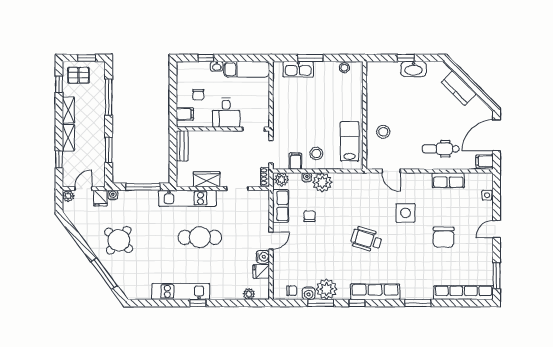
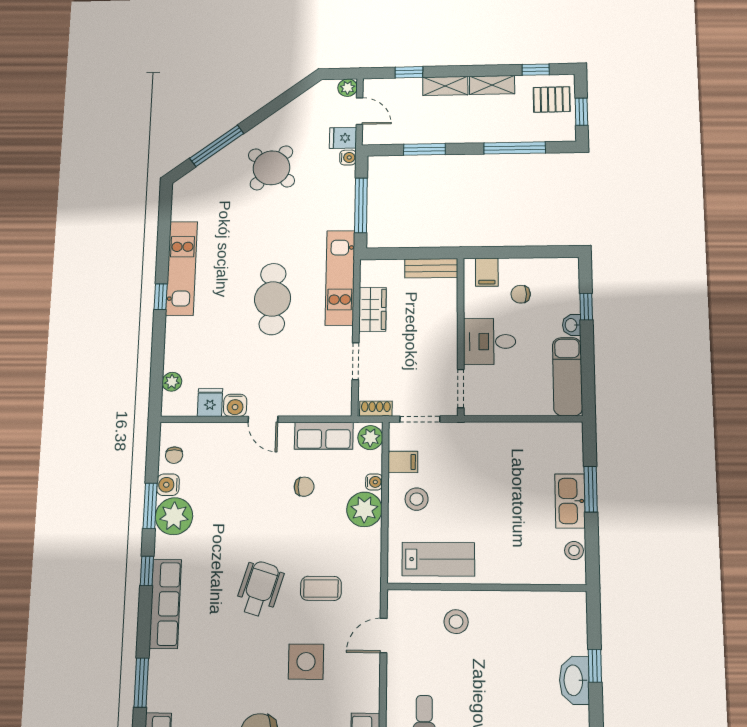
kitchen sink: (298, 69) -> (570, 501), moved
pallet: (78, 75) -> (552, 100), turned 90
coffee table: (366, 206) -> (321, 588), added

